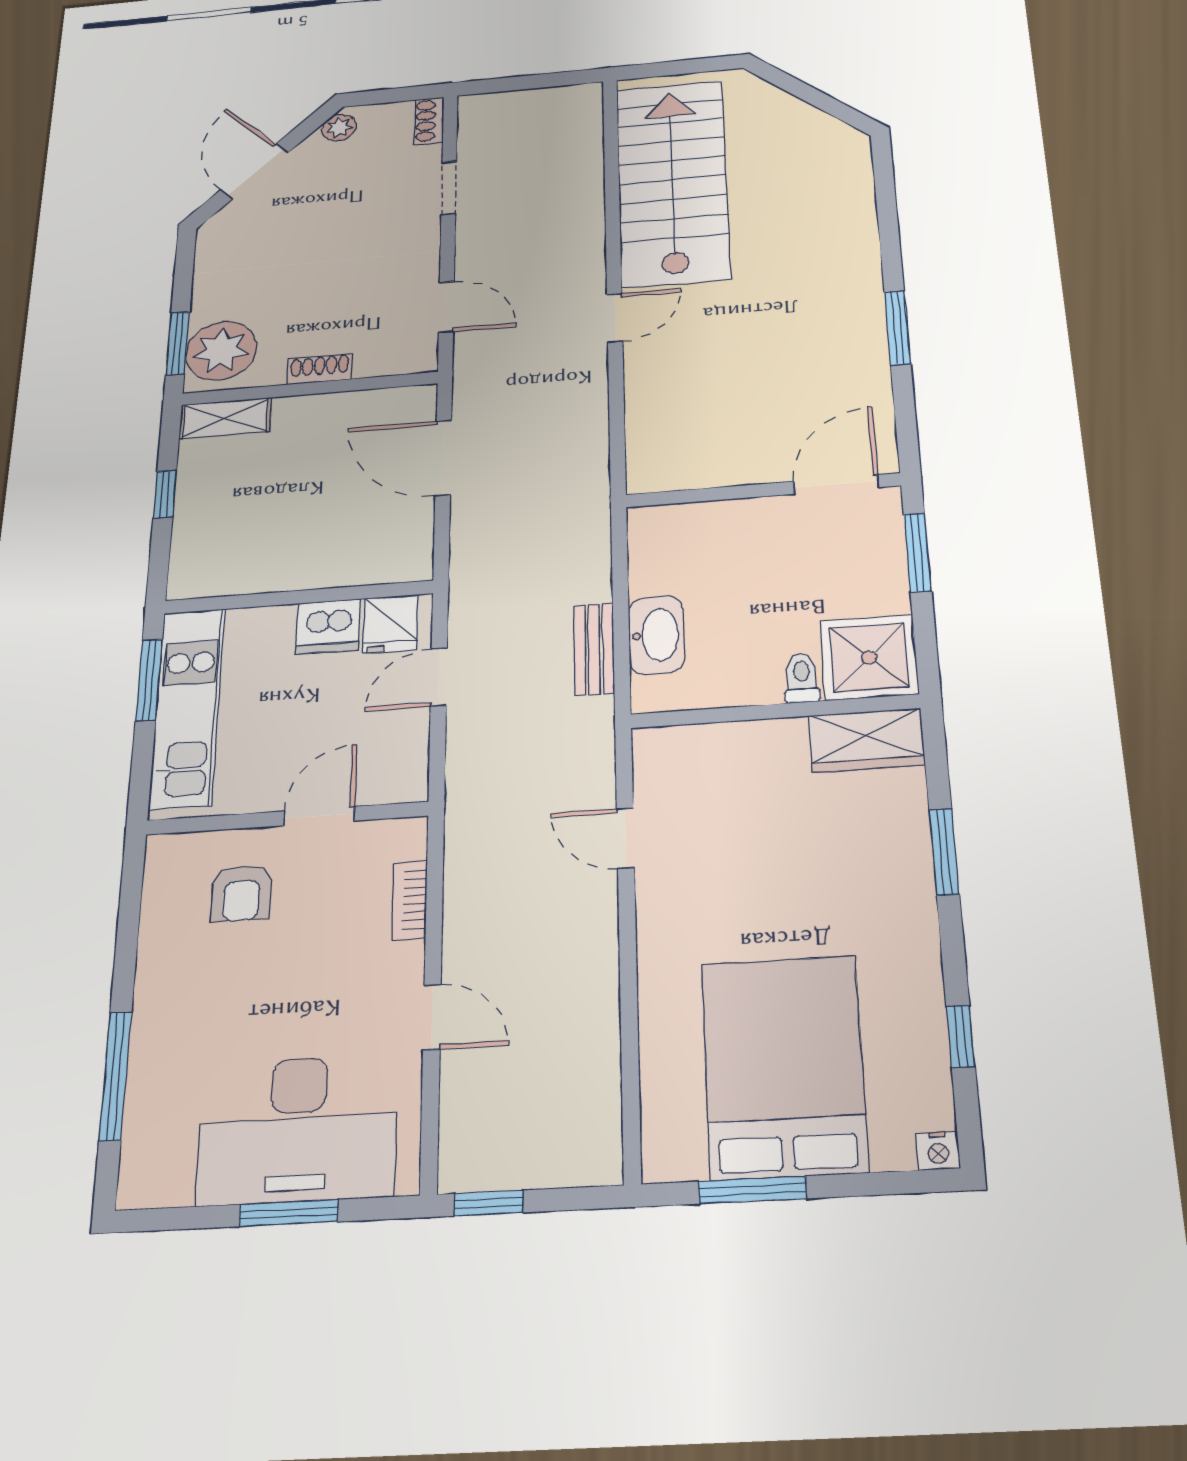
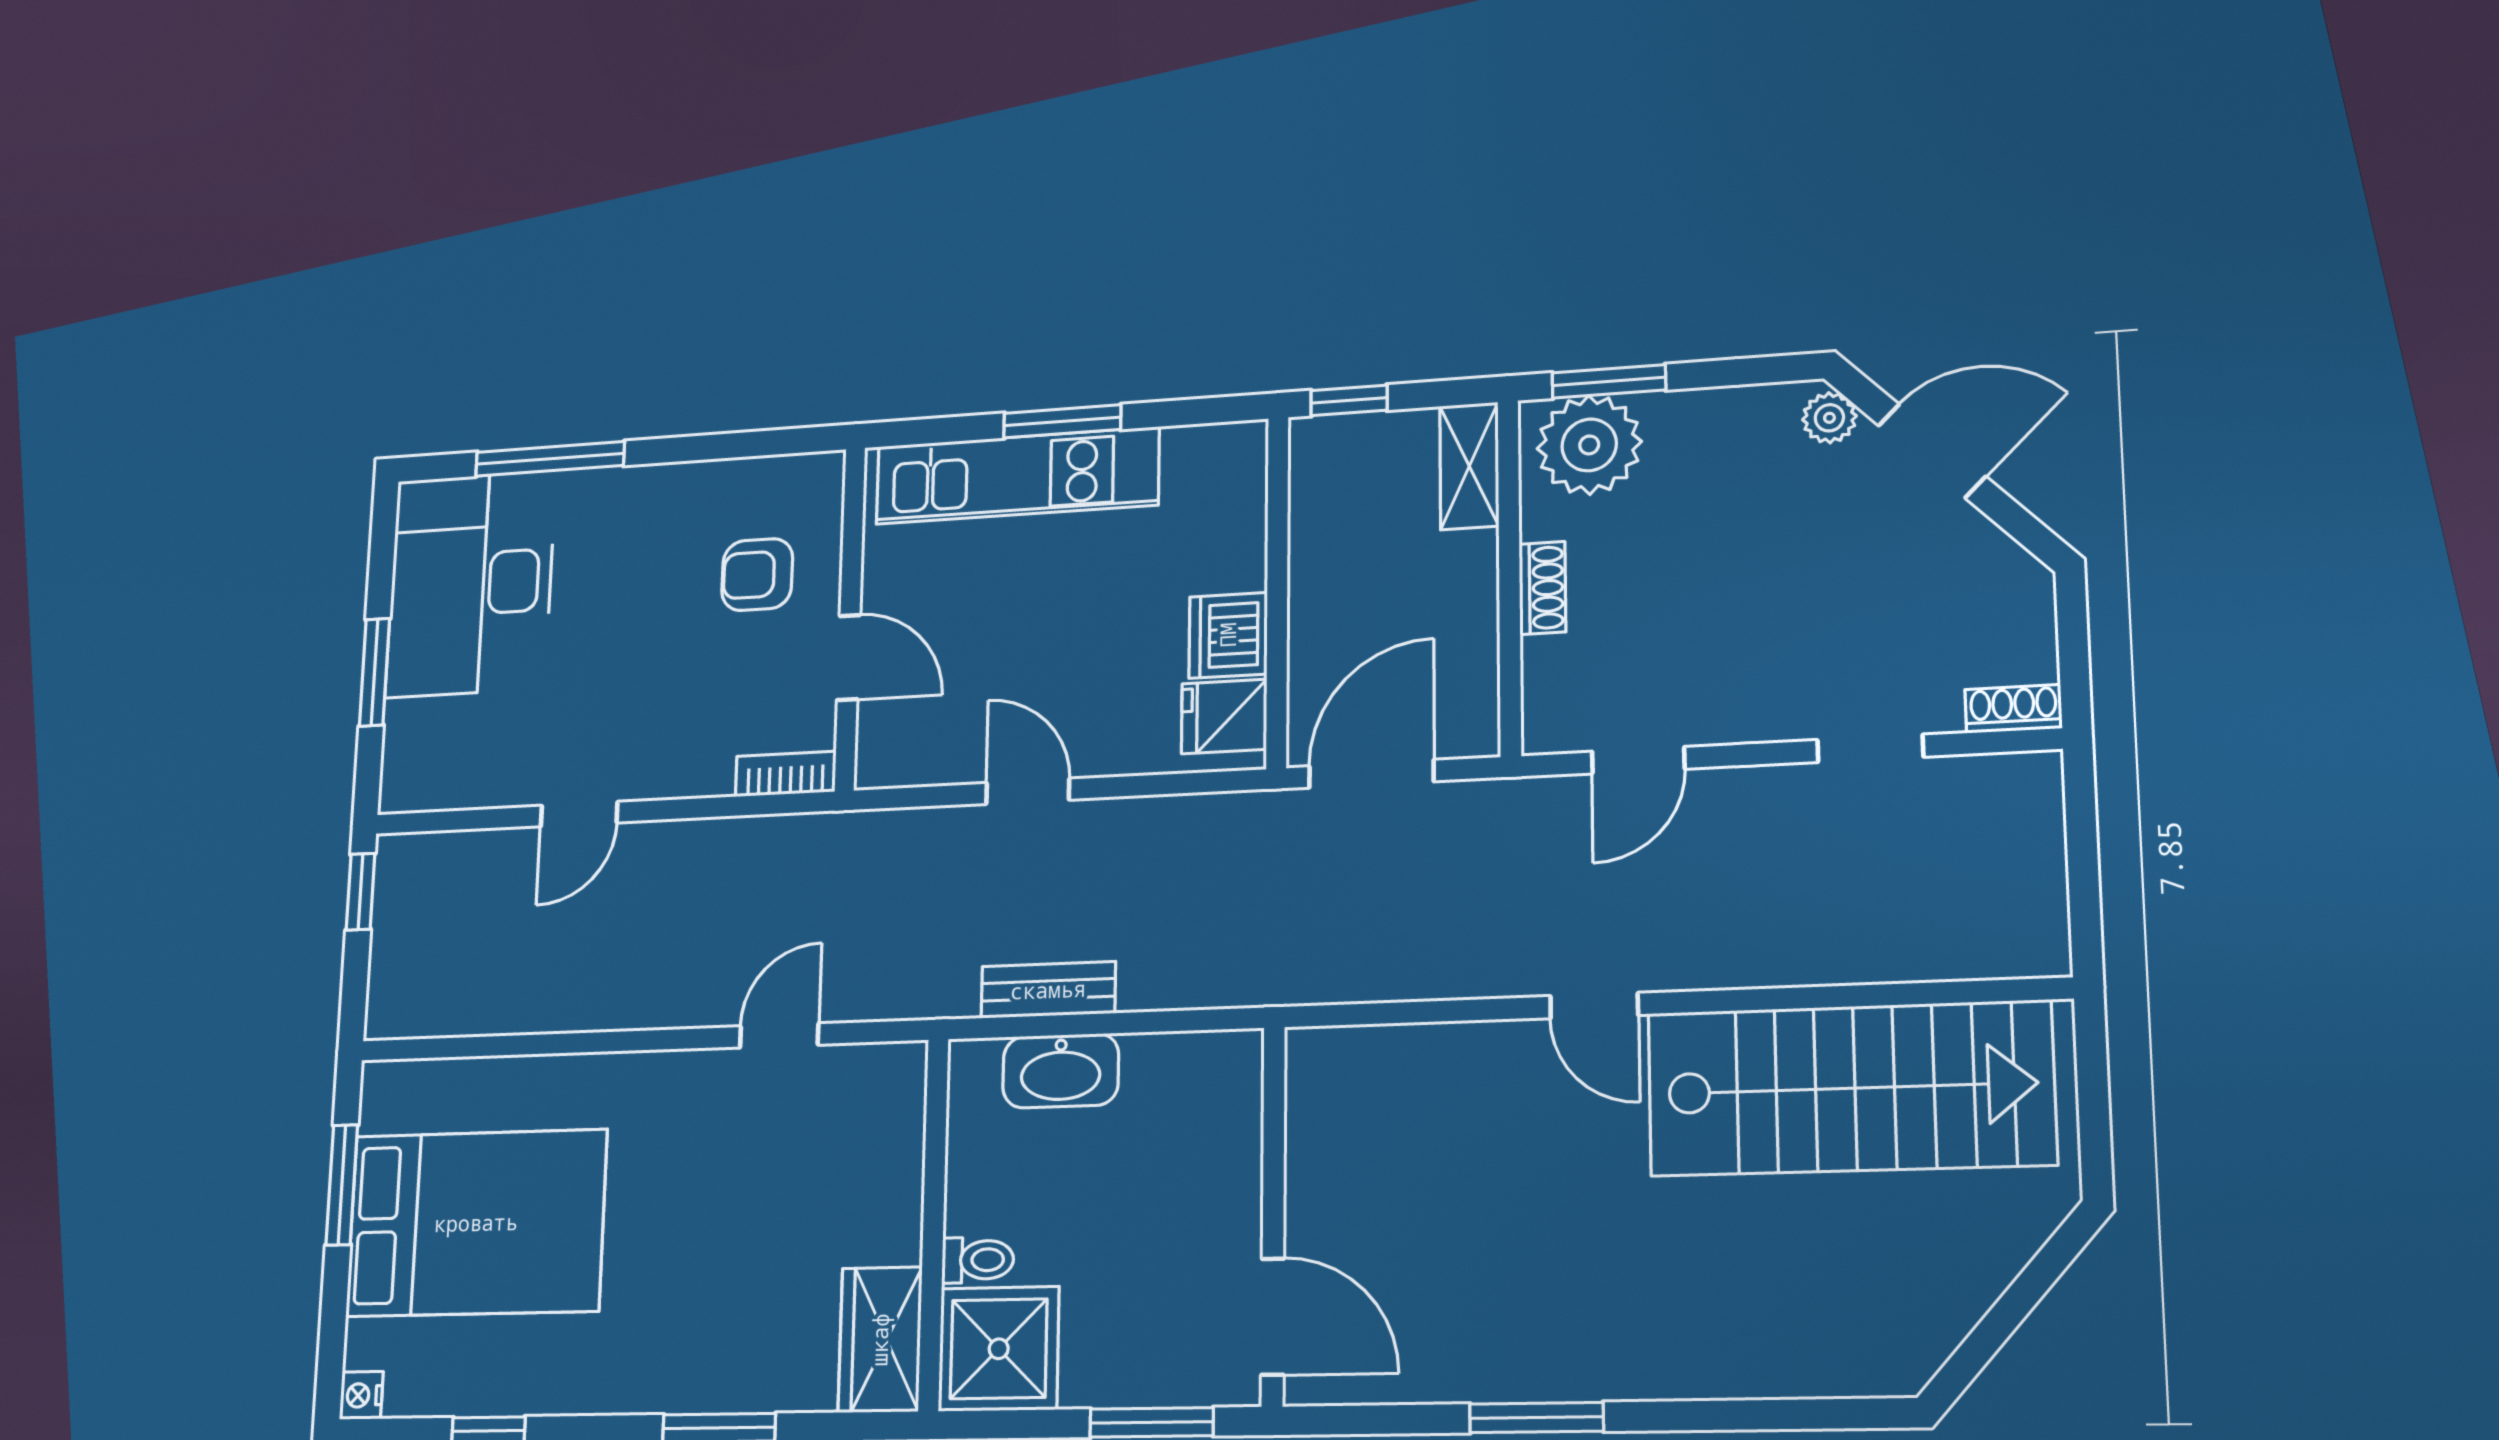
plant: (339, 128) -> (1829, 418), moved
wall: (298, 597) -> (1277, 591), moved
fridge: (390, 624) -> (1224, 716), moved
dishwasher: (328, 626) -> (1228, 635), moved
bookcase: (410, 900) -> (786, 774), moved
desk: (297, 1129) -> (471, 584), moved

